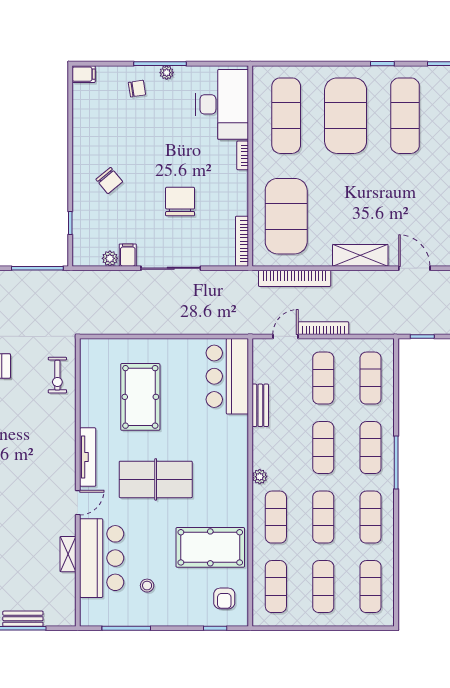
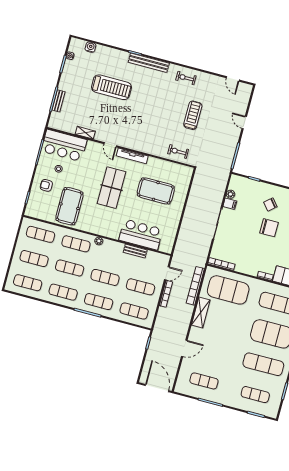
chair: (180, 202) -> (269, 228), moved
shelving: (360, 255) -> (201, 313), moved
door: (285, 336) -> (167, 273), hinge flipped
bar counter: (227, 376) -> (141, 235), moved
bar counter: (102, 558) -> (64, 145), moved
armchair: (224, 598) -> (46, 185), moved

